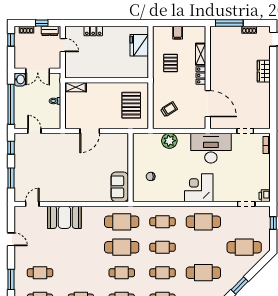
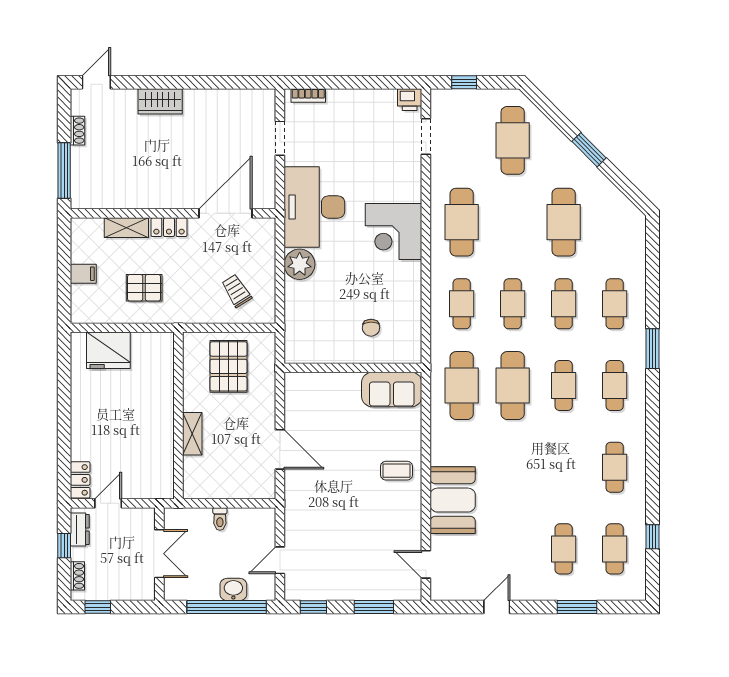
locker: (93, 31) -> (80, 480), moved
washbasin: (20, 79) -> (233, 589), moved
shelving: (76, 87) -> (192, 434), moved
pallet: (131, 105) -> (228, 366), turned 90
plant: (169, 141) -> (300, 264), moved
coffee table: (79, 189) -> (397, 471), added

